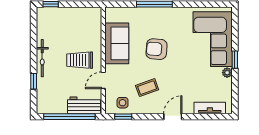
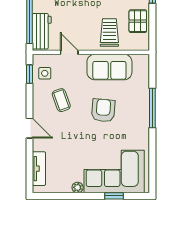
pallet: (75, 17) -> (138, 21), added
trolley: (80, 60) -> (109, 33), moved
window: (235, 60) -> (114, 196), moved

